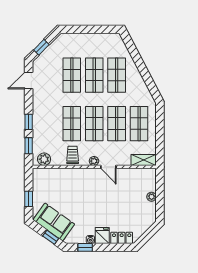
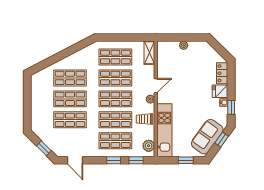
shop shelf: (49, 124) -> (115, 141), added
kitchen unit: (61, 176) -> (164, 130), added

